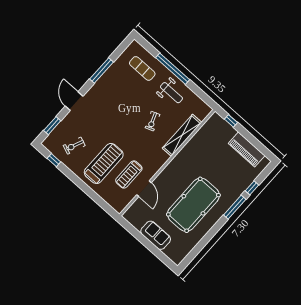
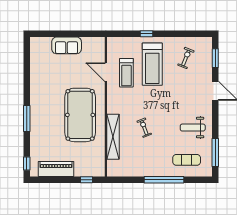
window: (102, 71) -> (215, 152), moved
weight bench: (171, 93) -> (193, 128), moved
window: (54, 160) -> (147, 34), moved
treadmill: (129, 174) -> (126, 73), turned 180
window: (252, 188) -> (27, 163), moved
pool table: (193, 205) -> (80, 115), moved

